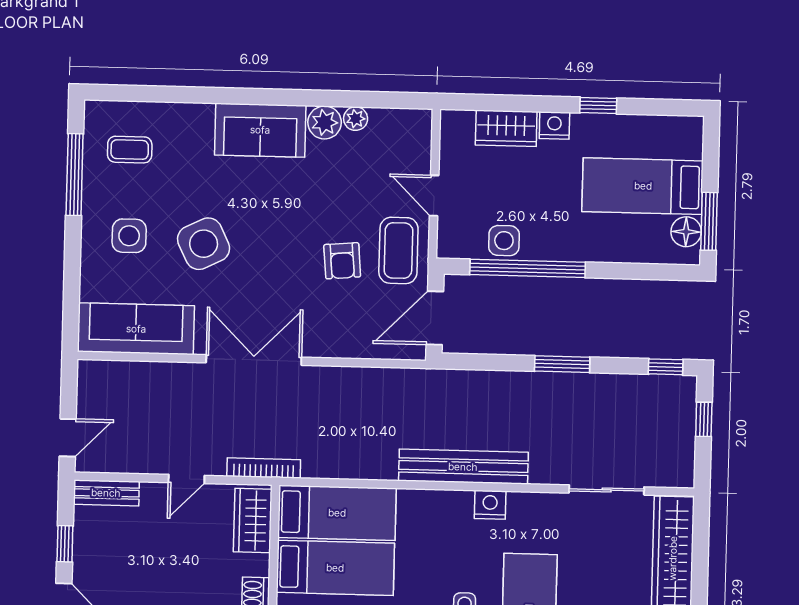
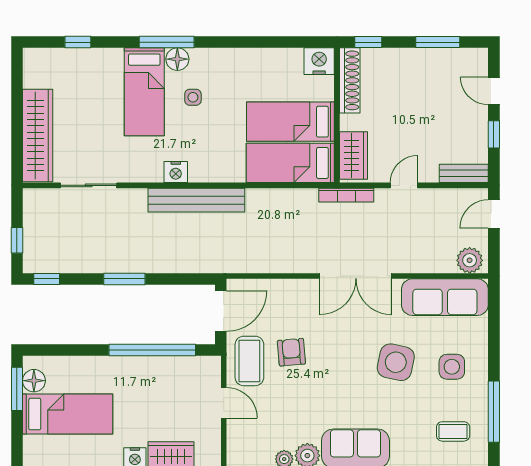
side table: (504, 241) -> (170, 370), removed
side table: (204, 244) -> (396, 362), turned 38
plant: (102, 377) -> (470, 260), added

